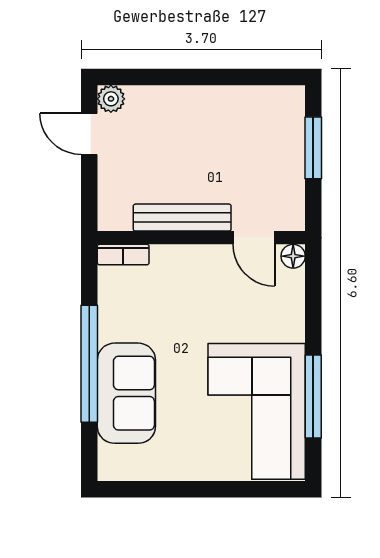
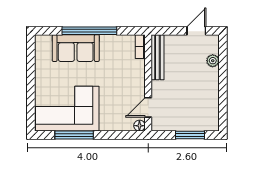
plant: (111, 99) -> (213, 61), moved
bench: (182, 218) -> (157, 57), moved

